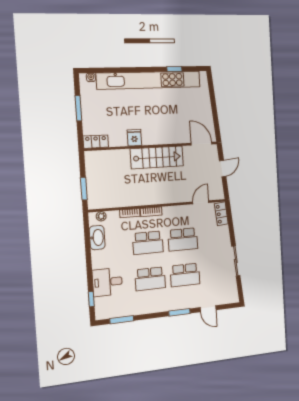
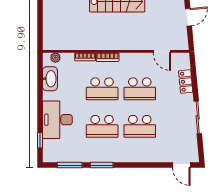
window: (84, 189) -> (40, 29), removed
door: (201, 202) -> (162, 51), swing flipped
locker: (221, 214) -> (186, 81), moved
desk: (107, 282) -> (57, 120), width x1.37
door: (208, 309) -> (181, 165), moved
window: (179, 312) -> (102, 165), moved

